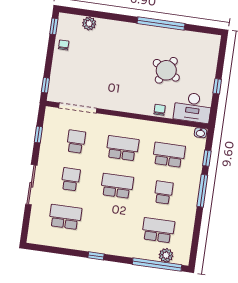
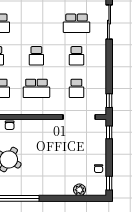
window: (38, 135) -> (109, 101), moved
sliding door: (31, 185) -> (109, 22), moved
school desk: (117, 186) -> (36, 56), width x0.54

